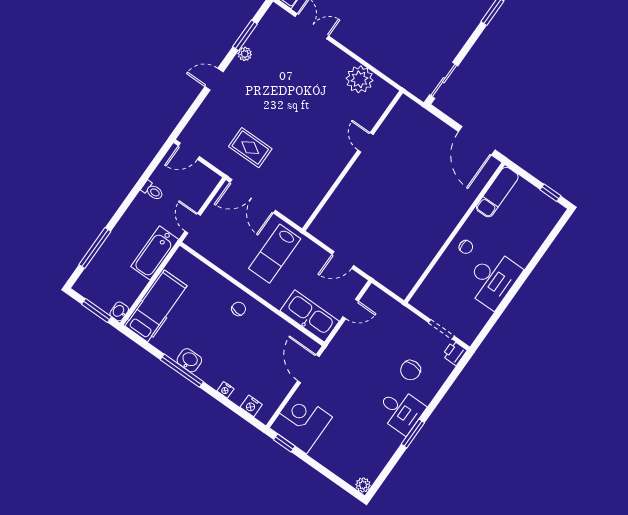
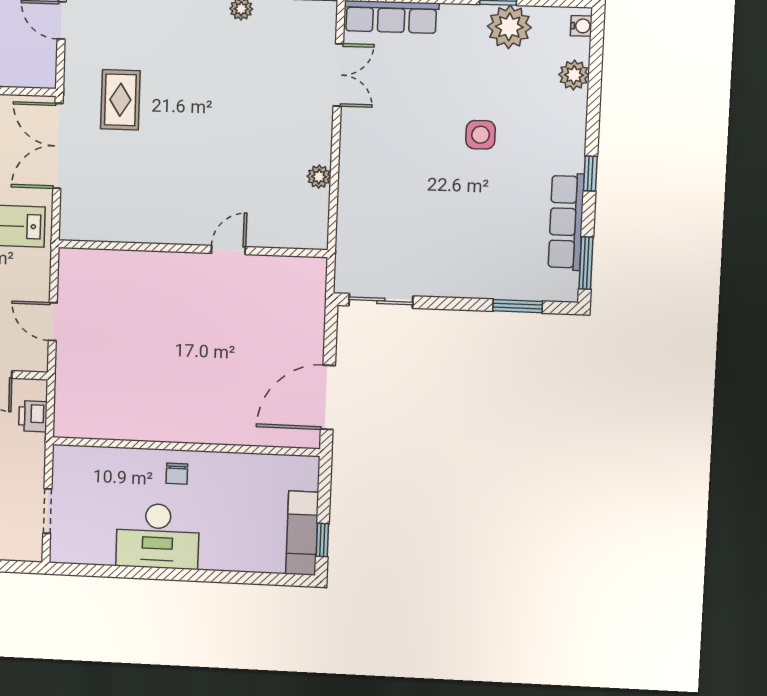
plant: (360, 79) -> (319, 177), width x0.53, depth x0.53
exam couch: (497, 192) -> (302, 533), moved, turned 90
printer: (454, 353) -> (33, 416), moved, turned -90

